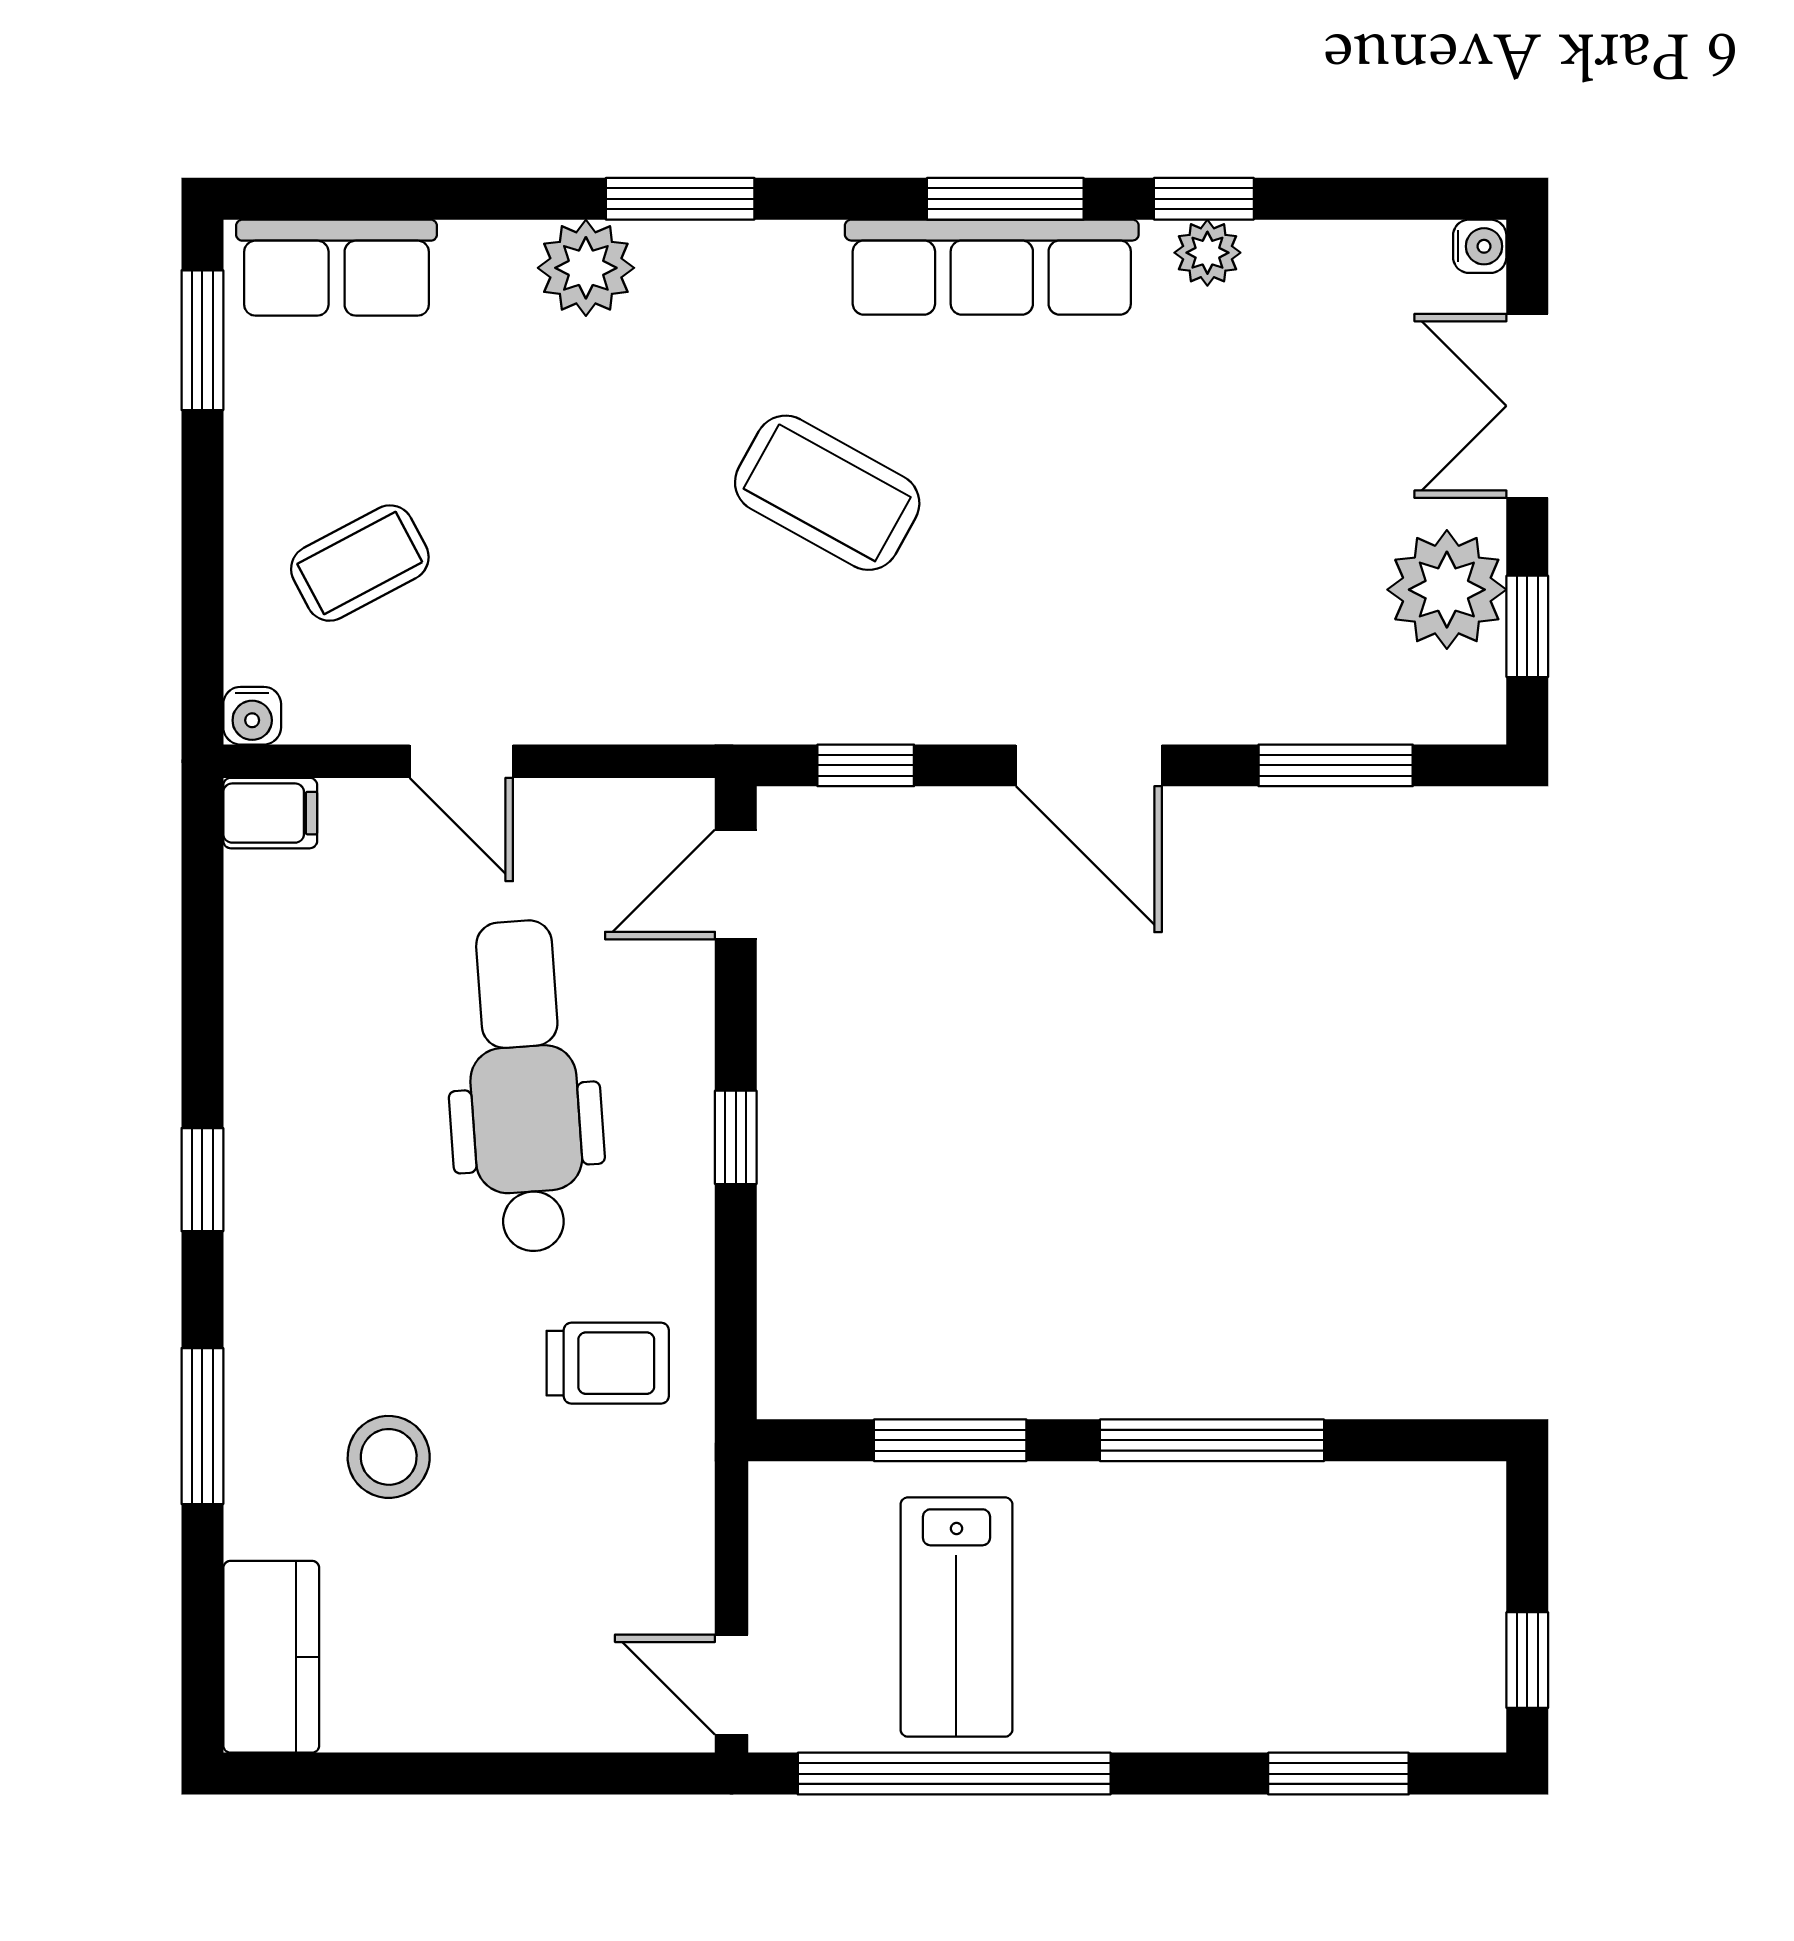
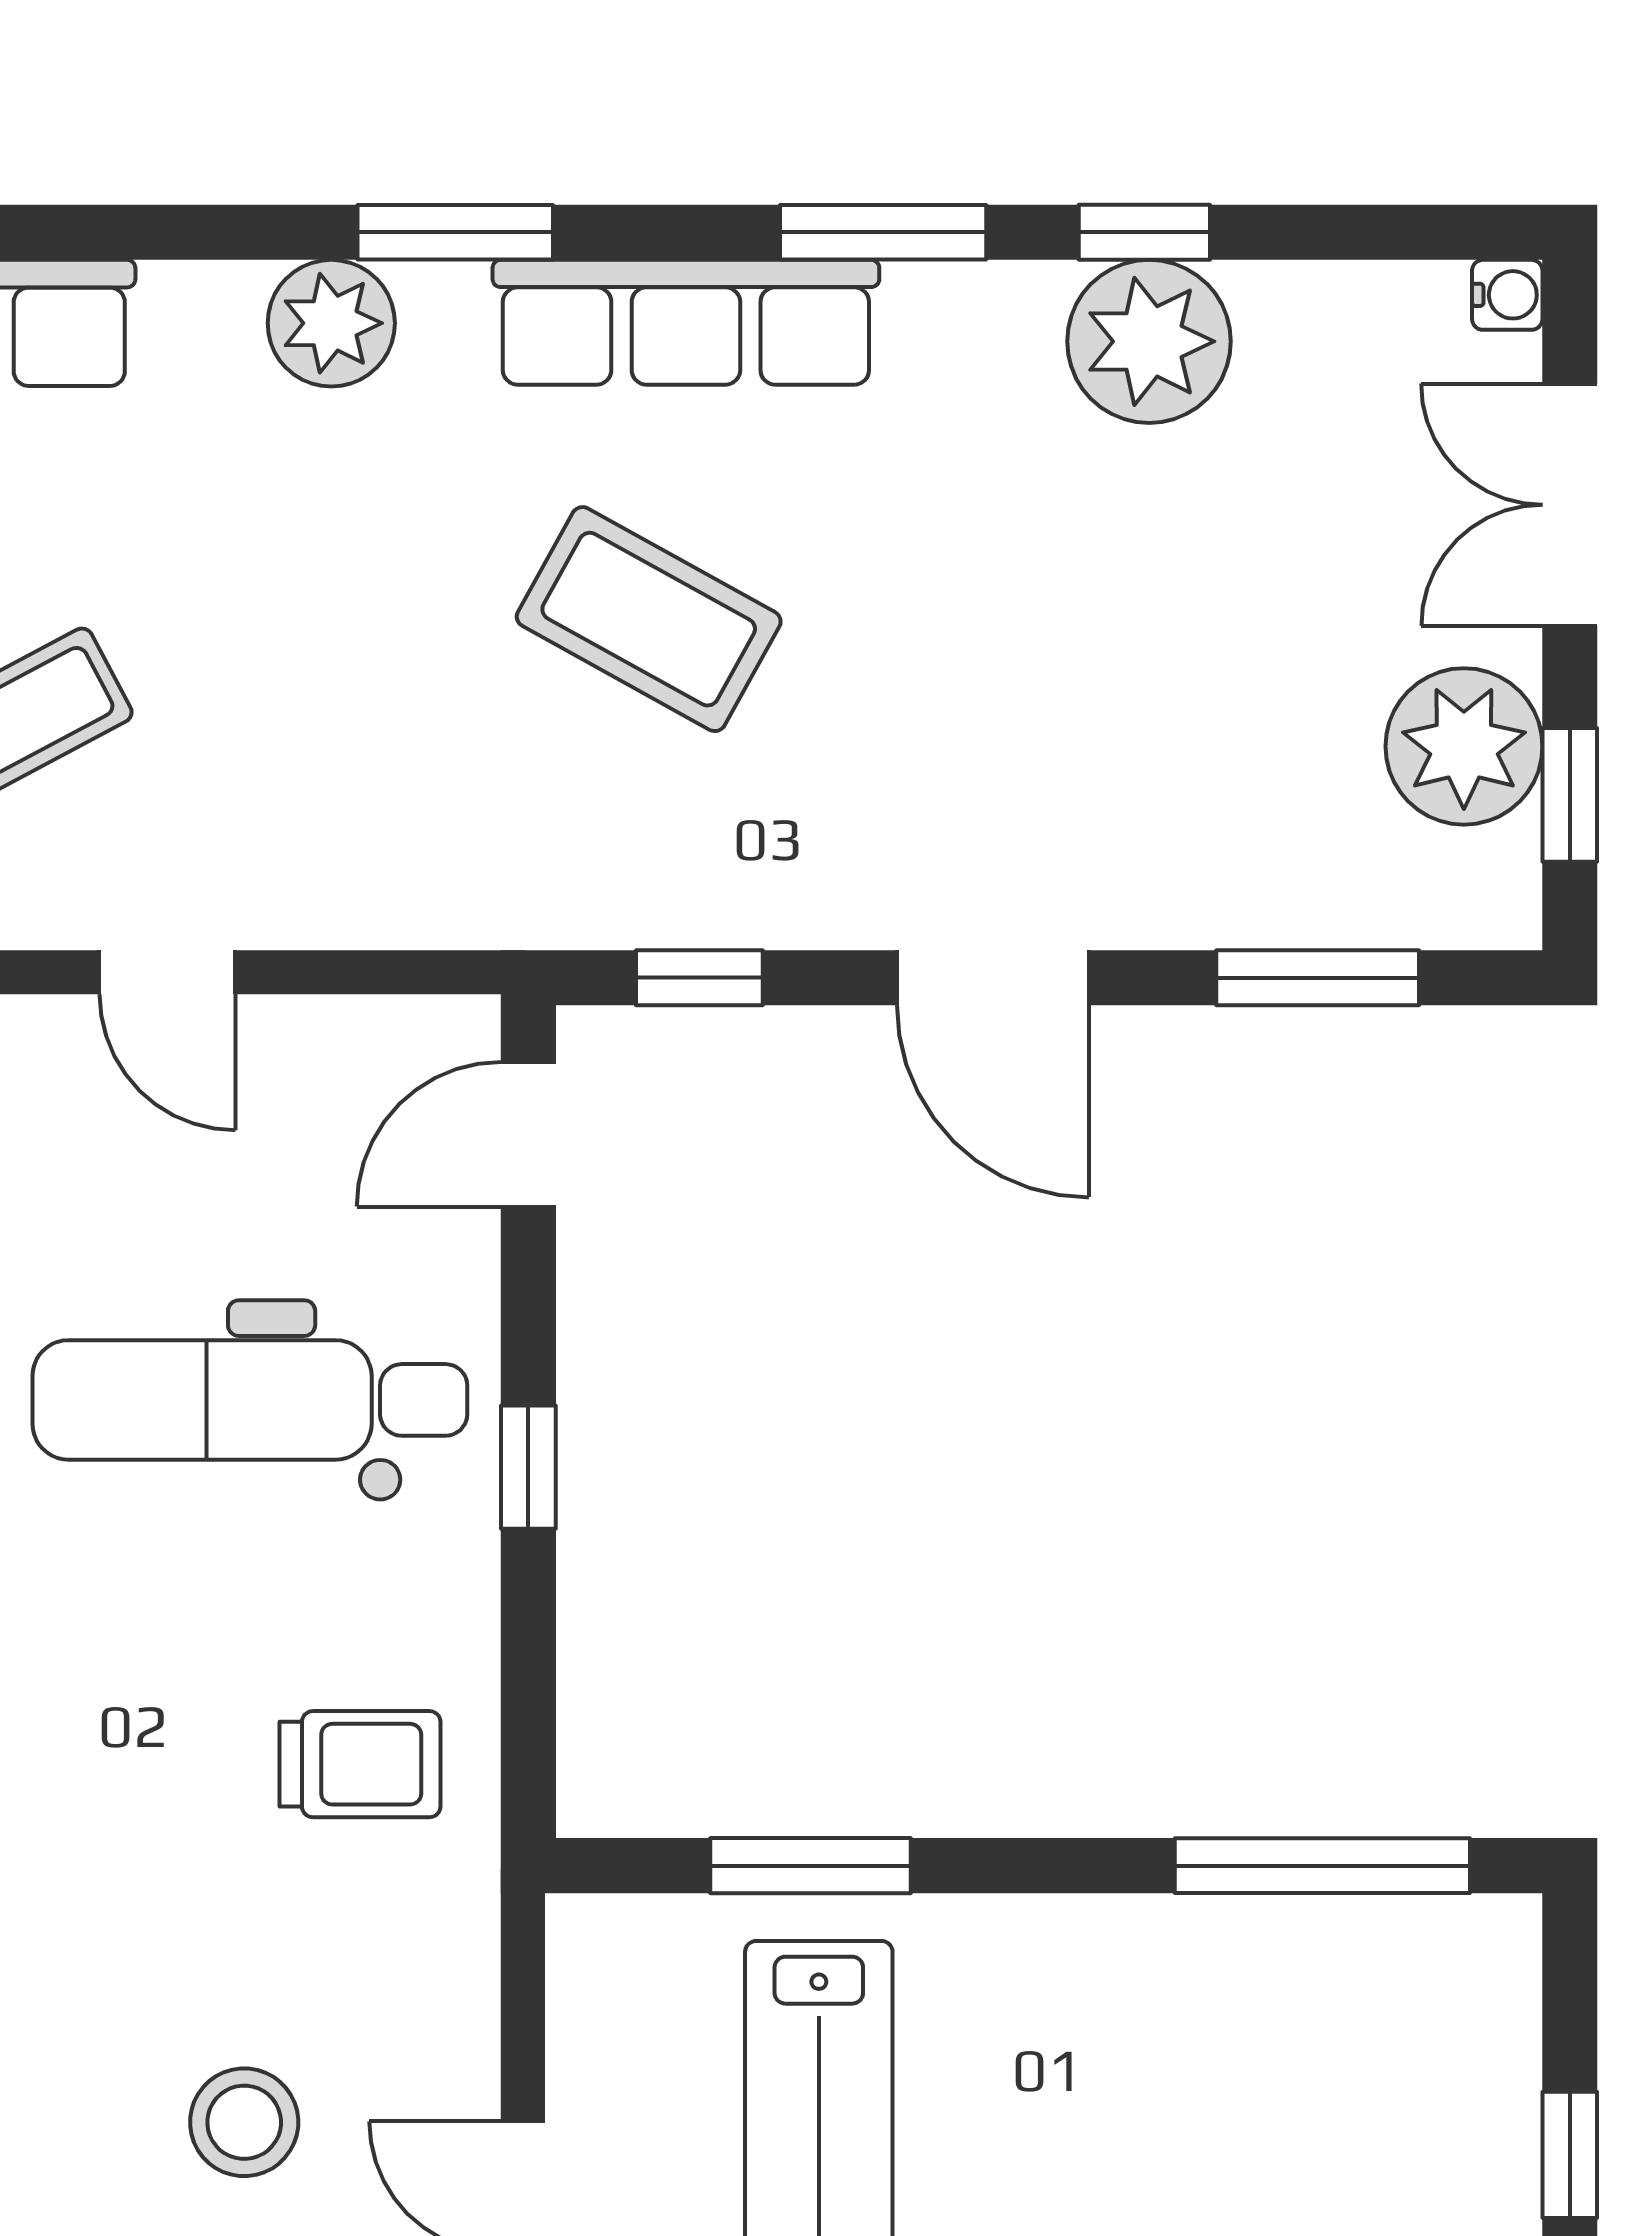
plant: (1207, 253) -> (1149, 341), width x1.88, depth x1.88
row of seats: (992, 267) -> (686, 322), moved
dental chair: (524, 1086) -> (250, 1400), turned -86
window: (1212, 1440) -> (1322, 1866), moved
stool: (389, 1457) -> (244, 2122), moved

